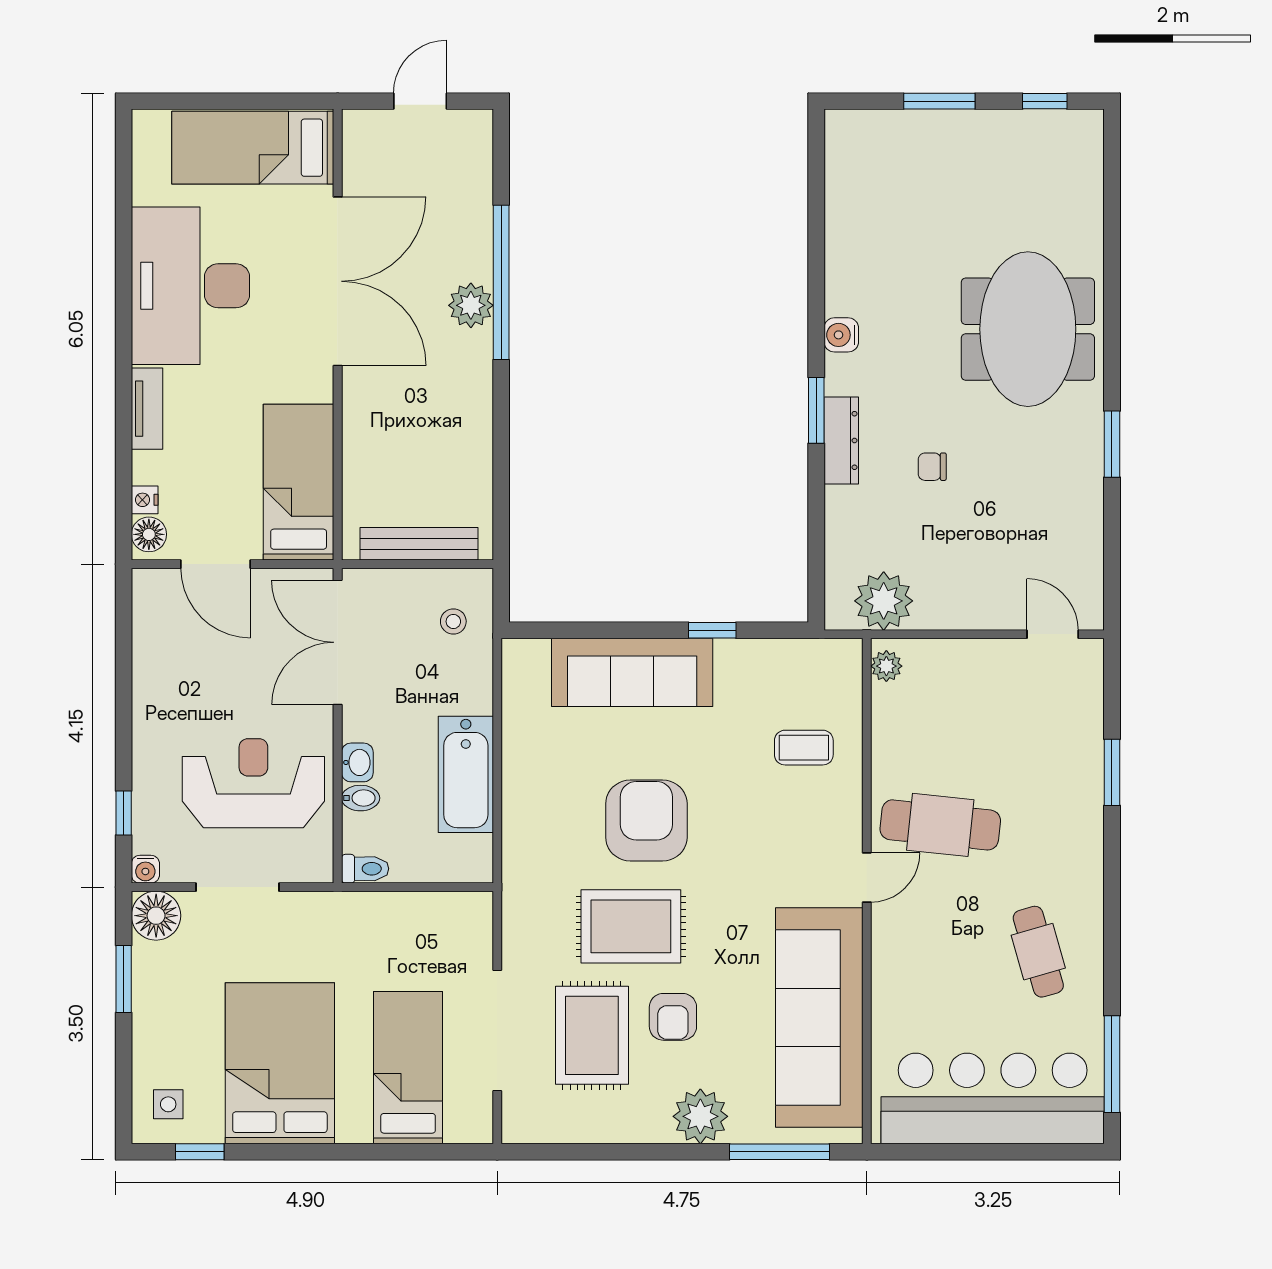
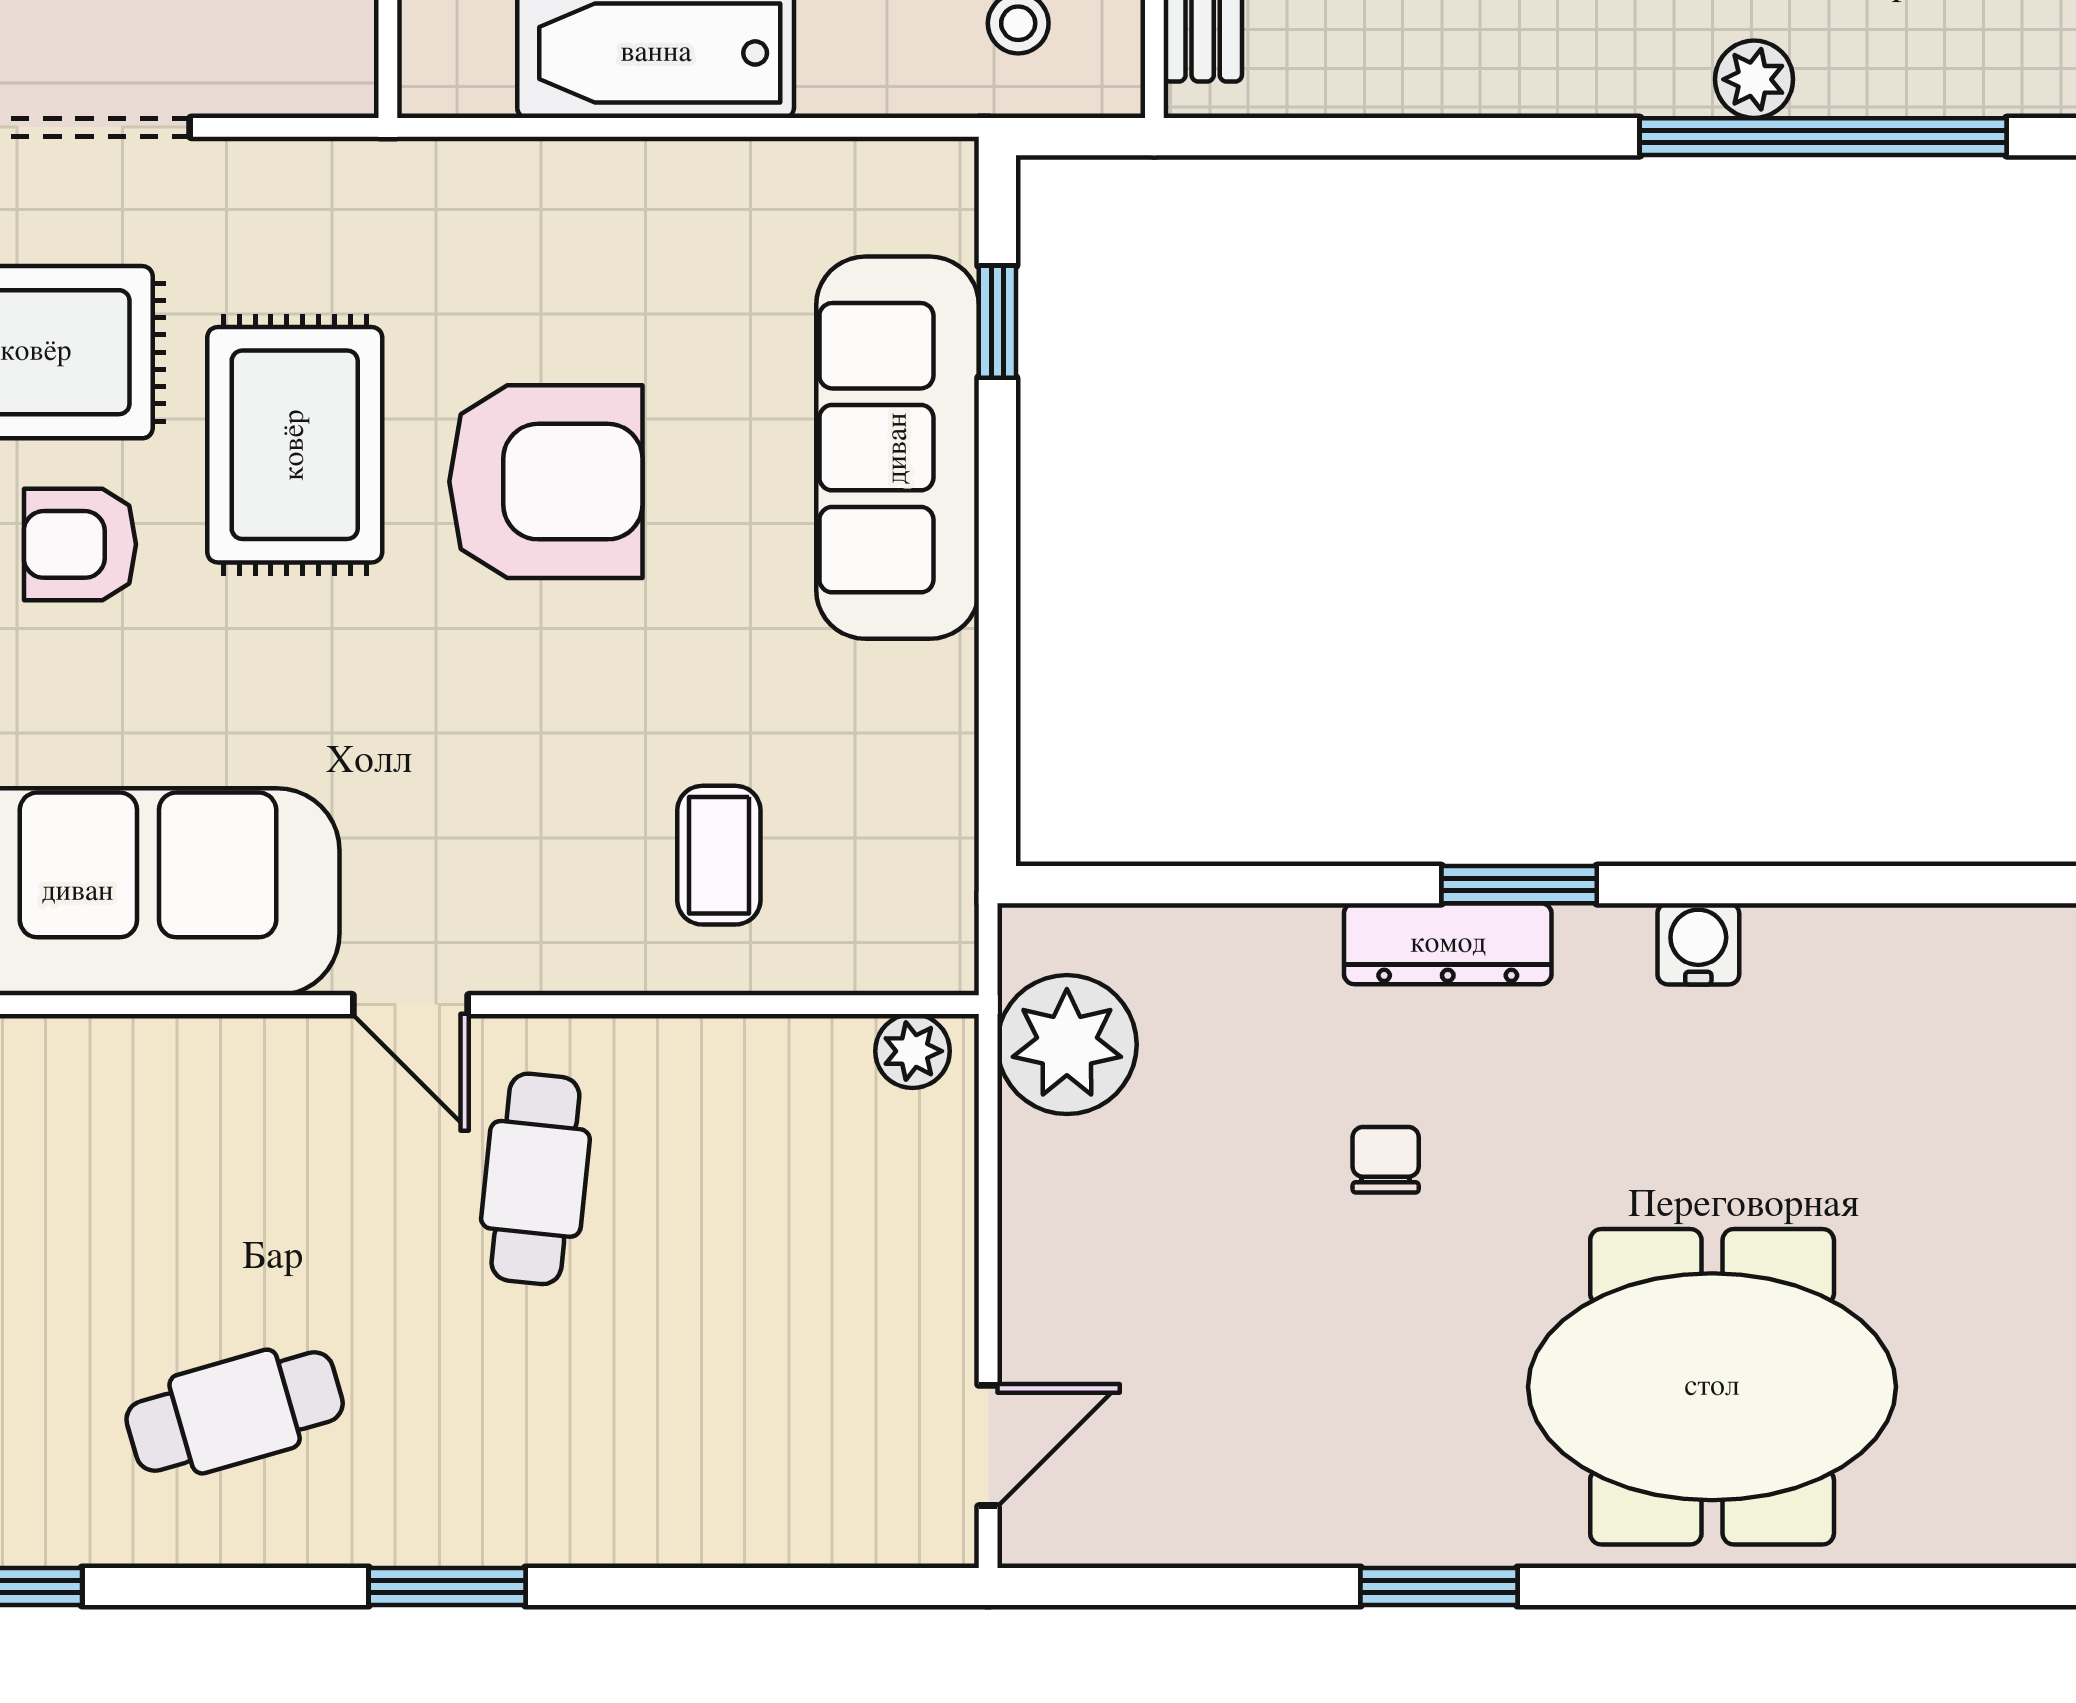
plant: (471, 305) -> (1754, 79), width x0.73, depth x0.73
window: (712, 630) -> (997, 322), moved
window: (1112, 772) -> (447, 1587), moved
cafe table: (940, 825) -> (535, 1179), width x0.73, depth x0.74

